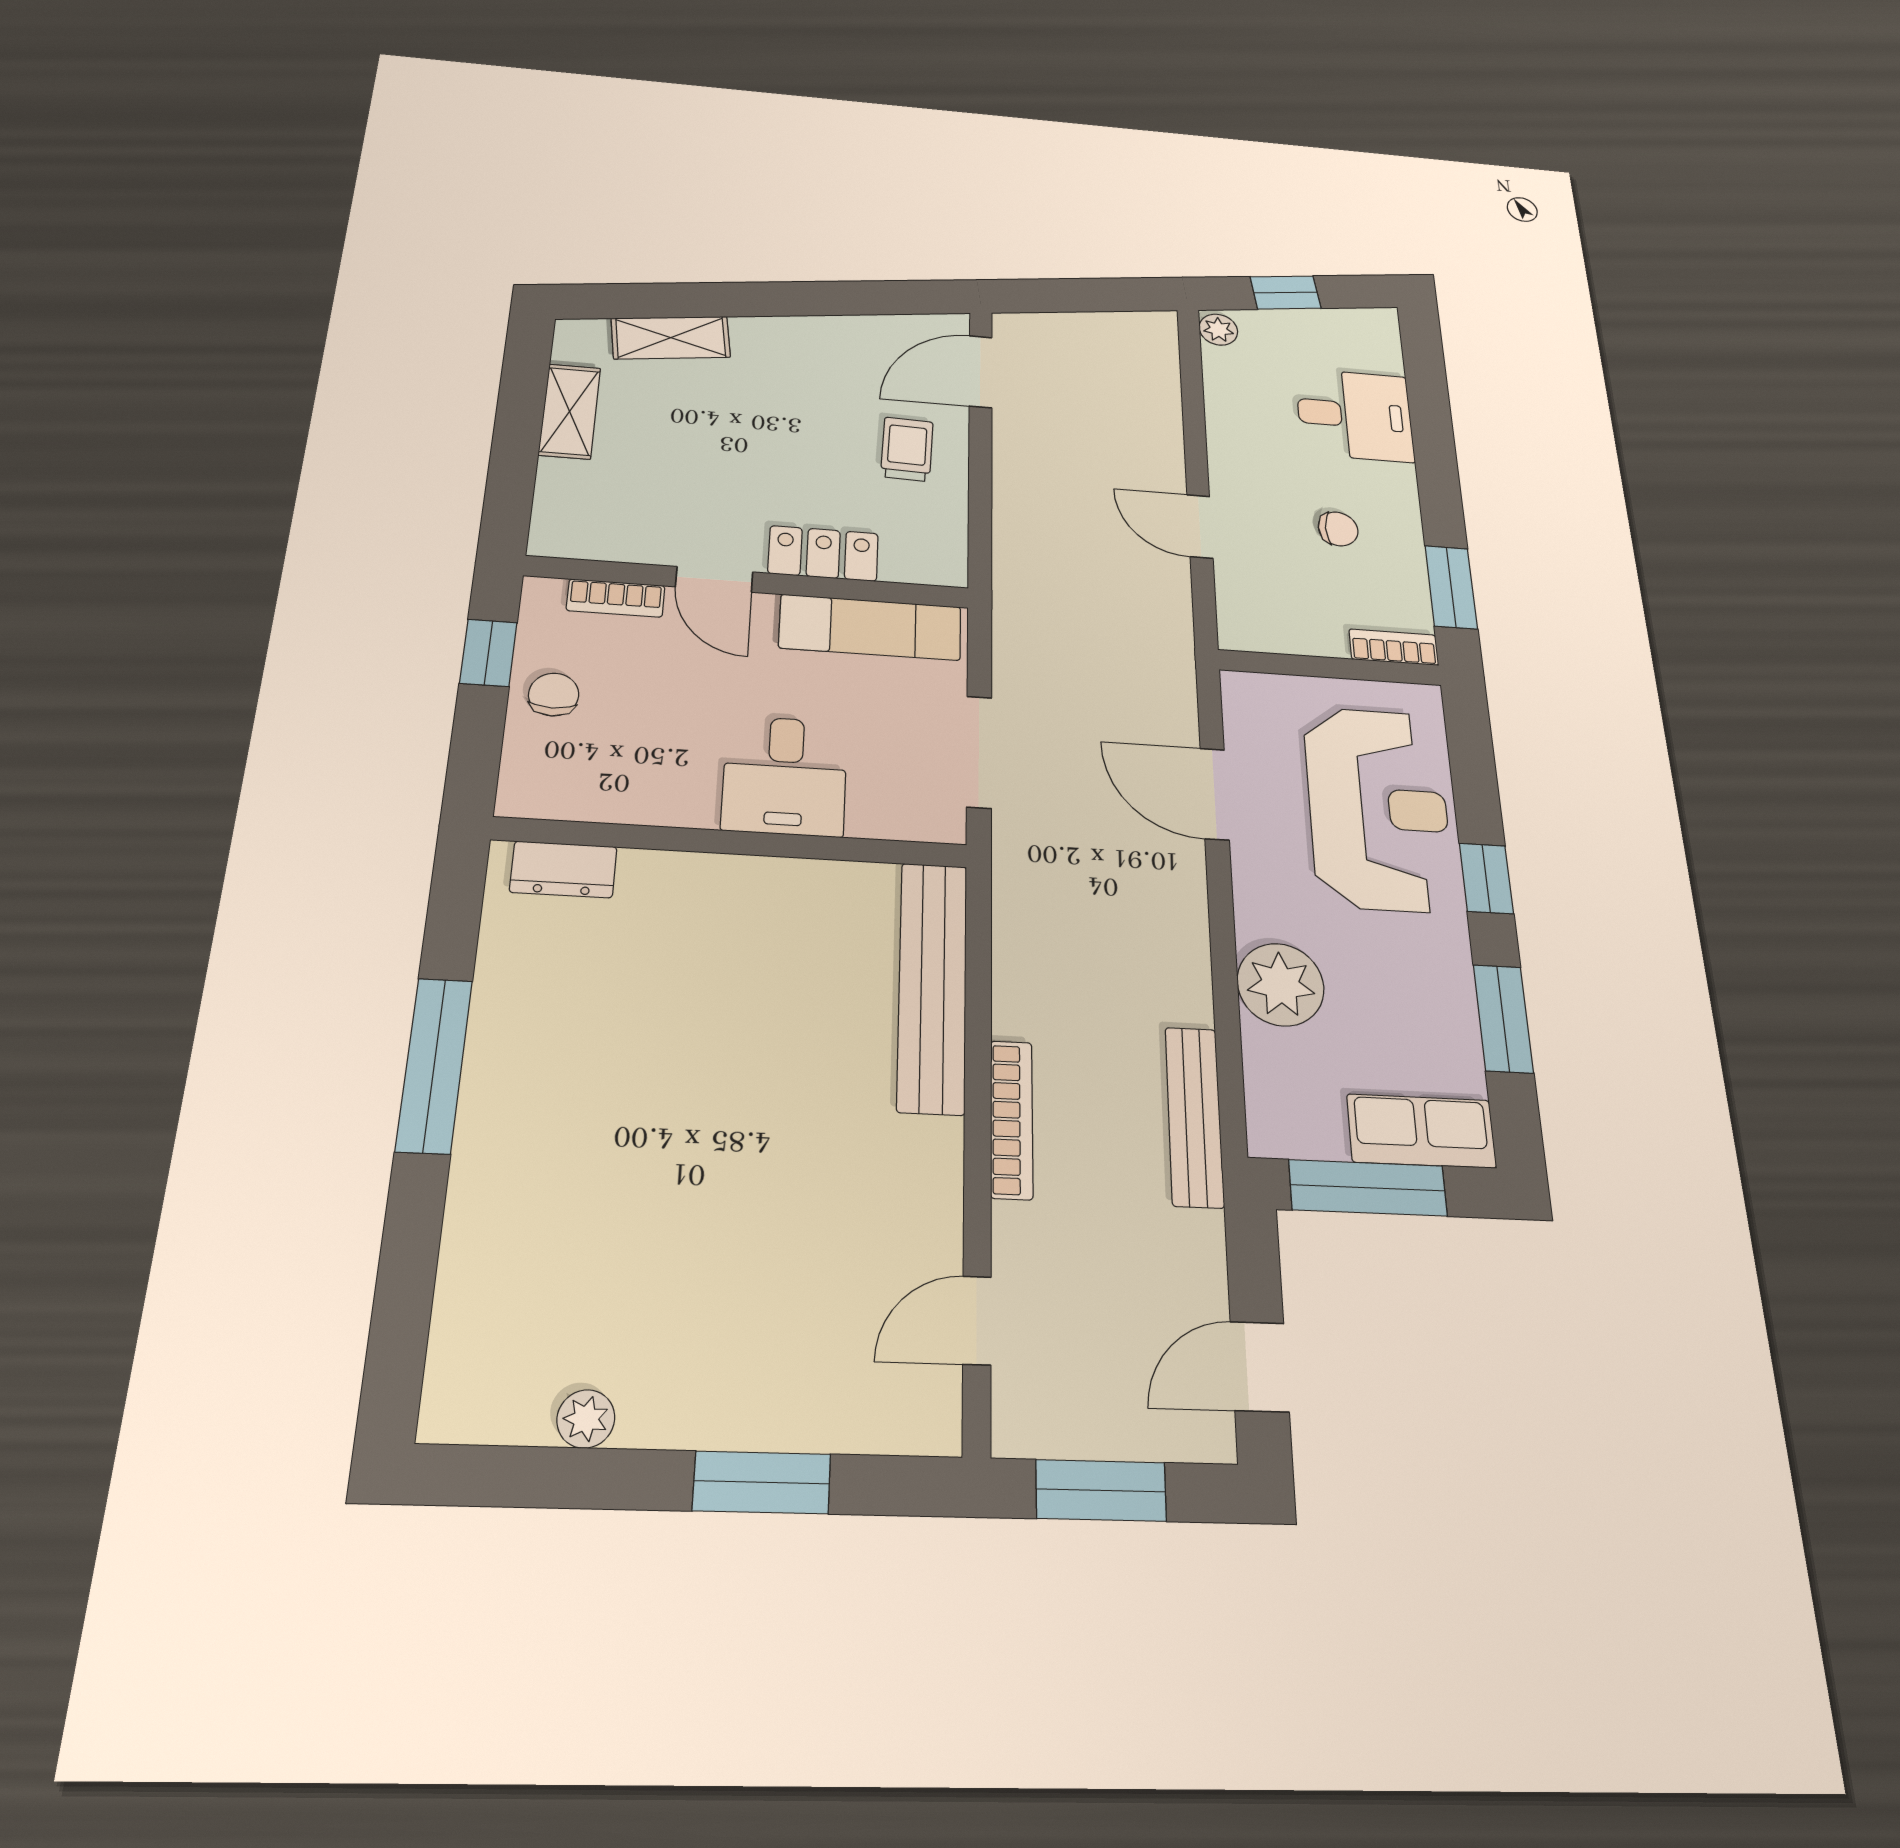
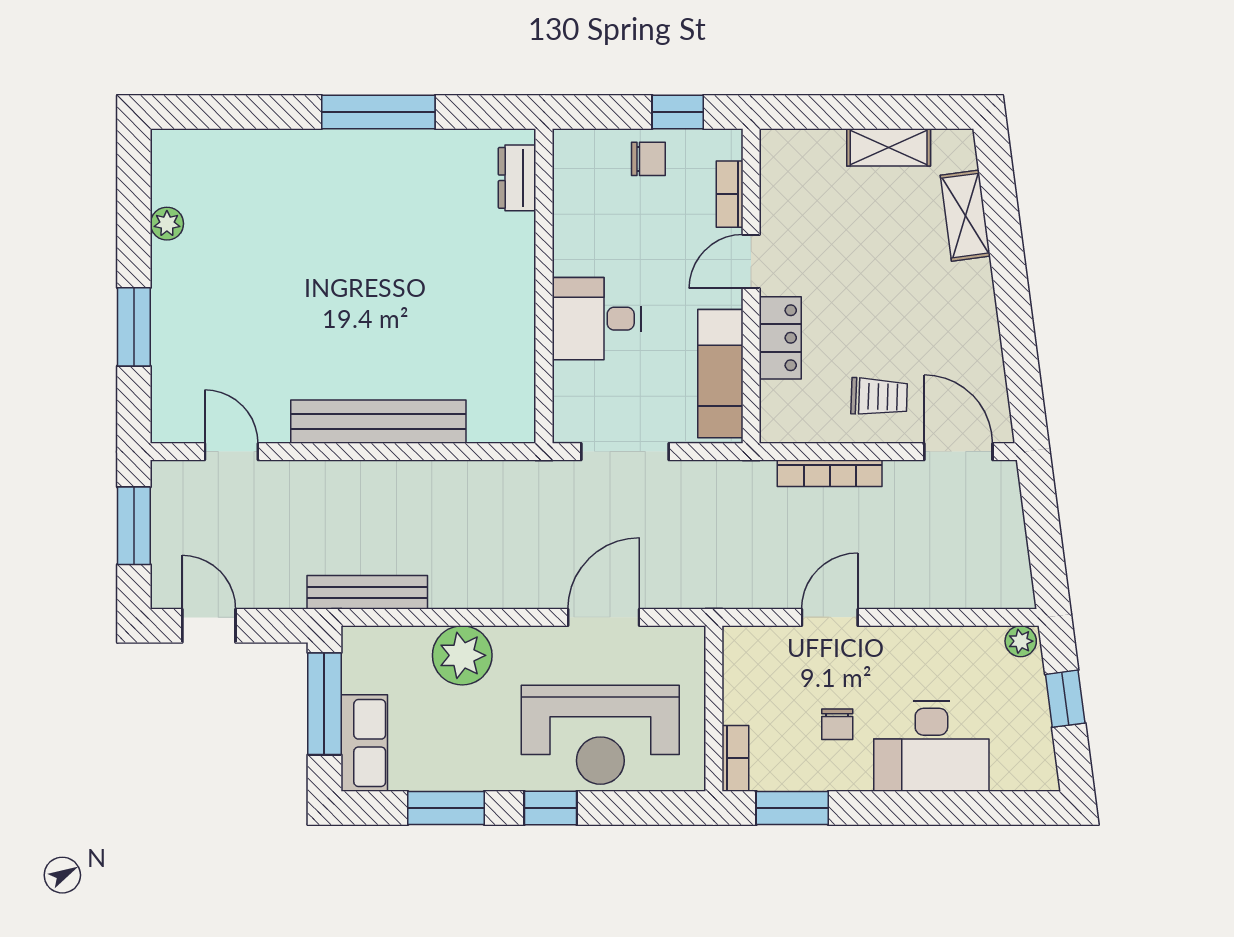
desk: (1355, 415) -> (931, 746), width x1.37
bench: (933, 986) -> (378, 422), moved
bookcase: (1012, 1119) -> (830, 473), moved

